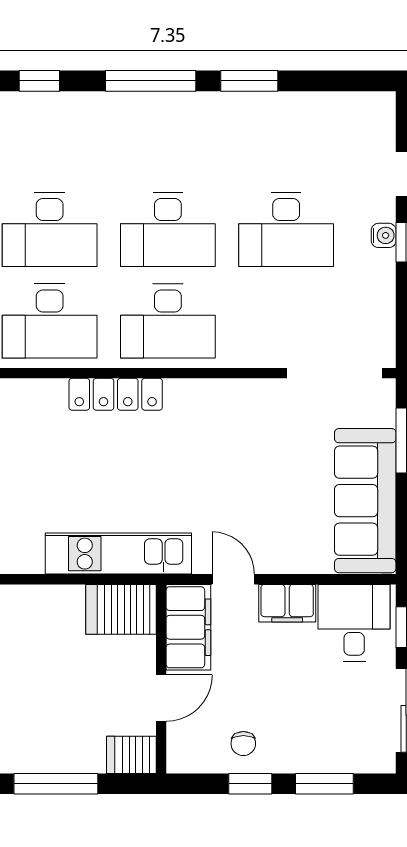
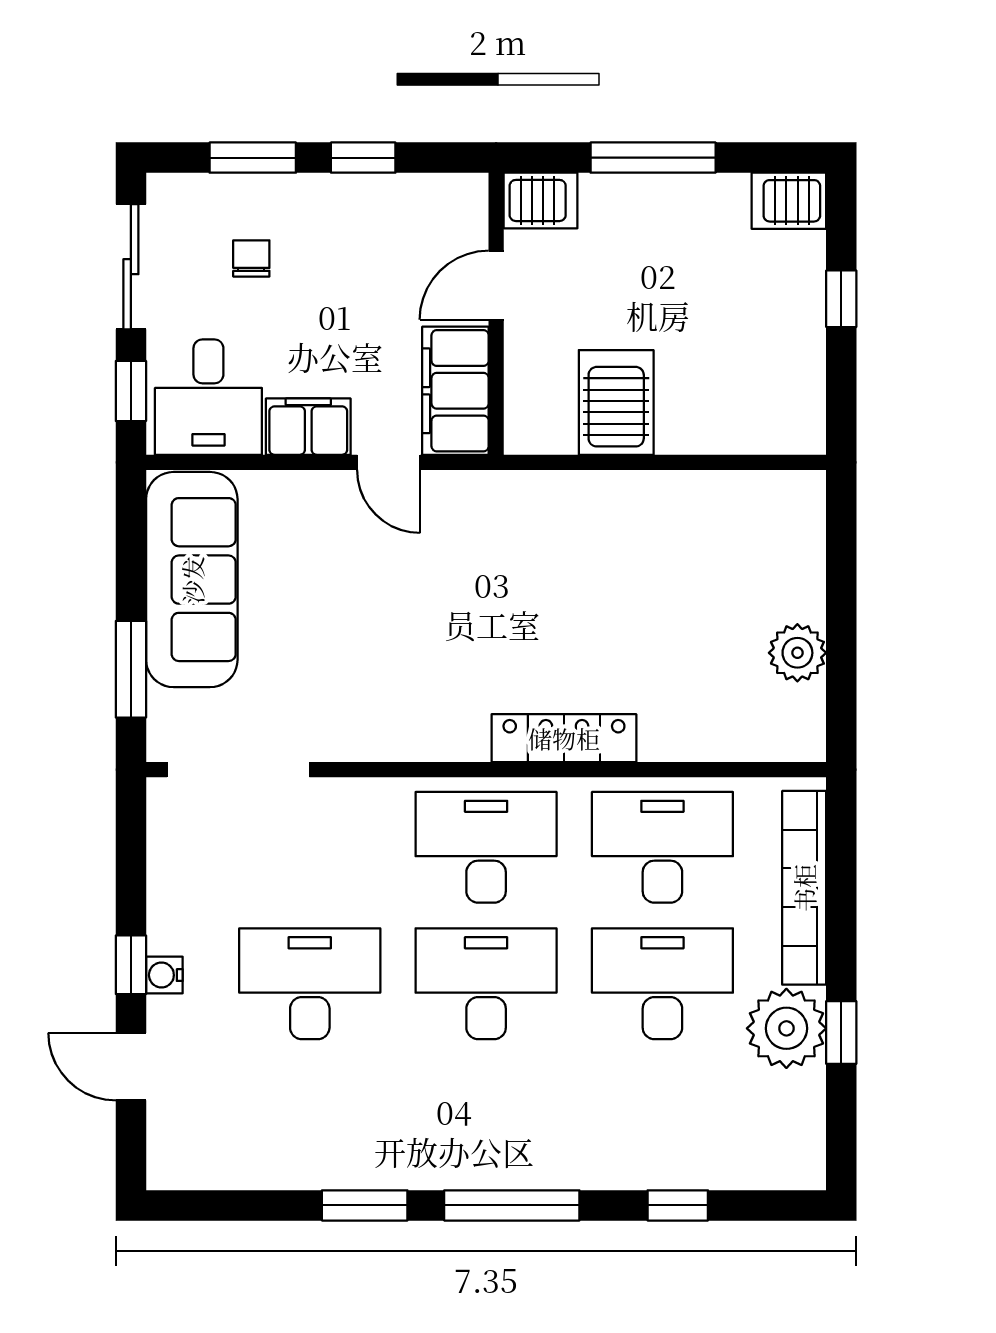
kitchen unit: (118, 554) -> (560, 501), removed
server rack: (121, 609) -> (616, 402), moved, turned -90
chair: (243, 744) -> (251, 258), moved

